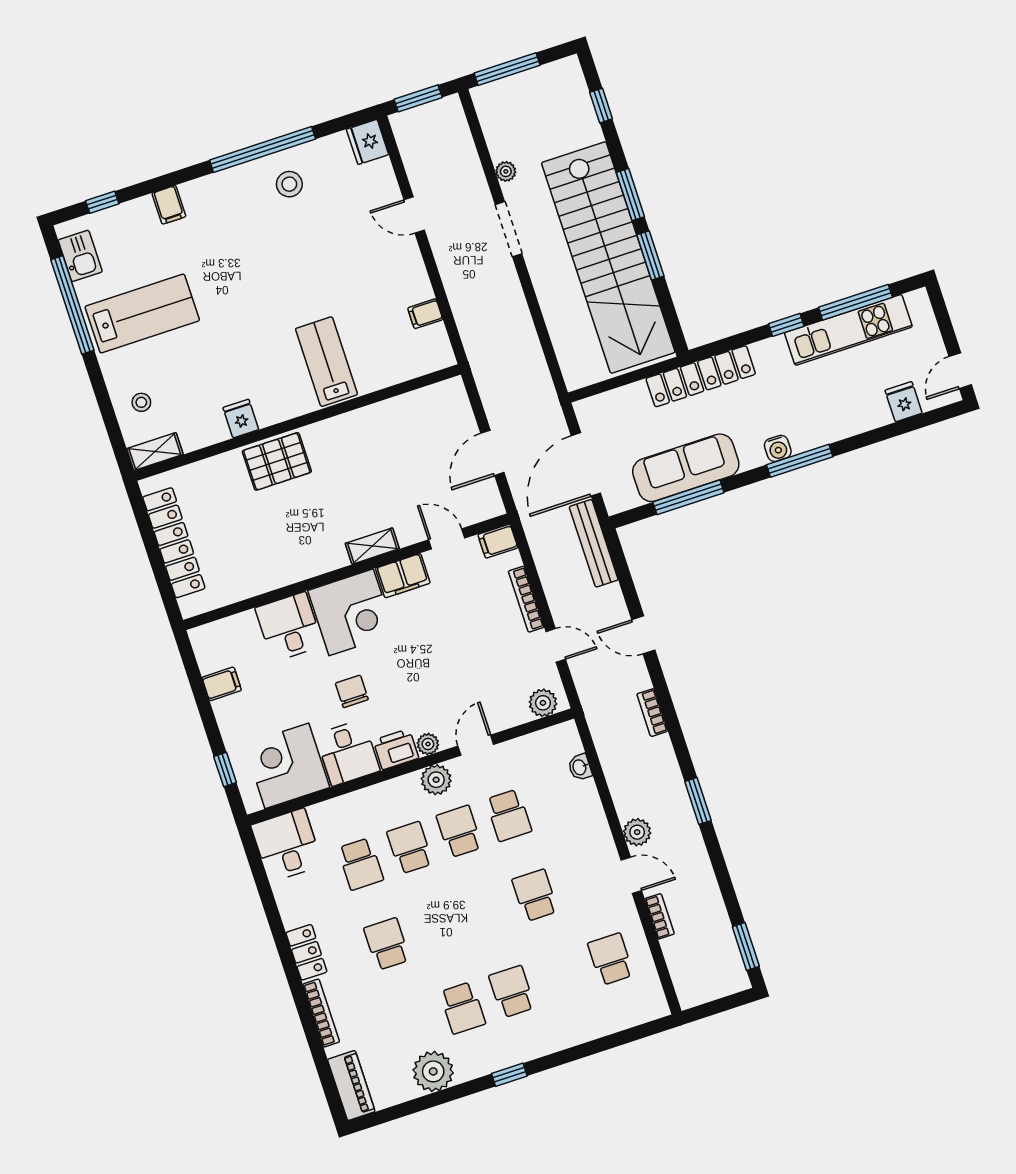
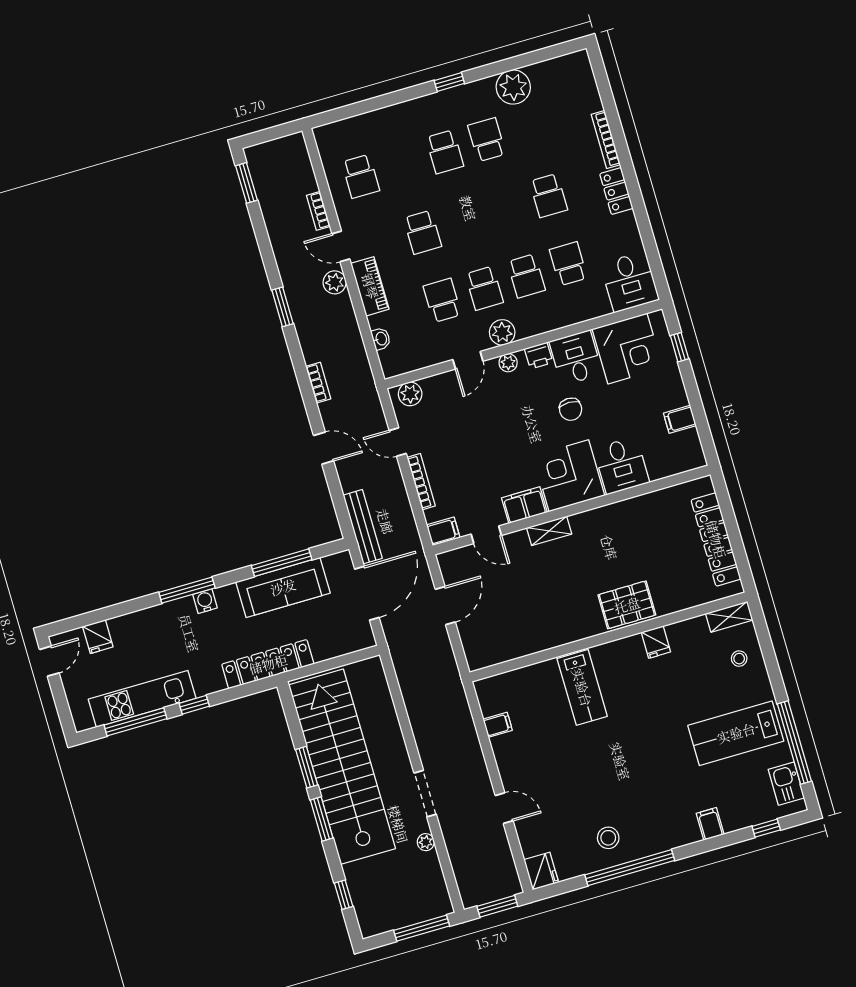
printer: (396, 749) -> (539, 356), width x0.73, depth x0.81
piano: (351, 1086) -> (370, 286), moved, turned 180

